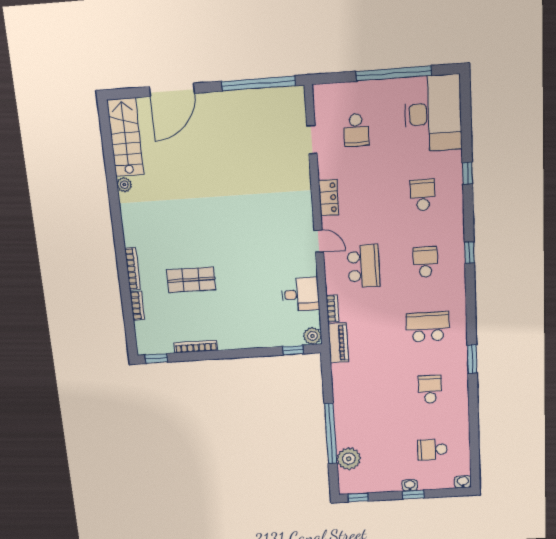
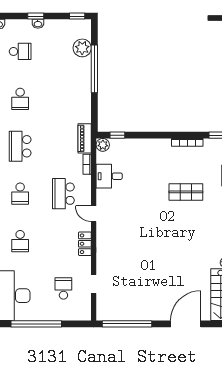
school desk: (428, 327) -> (20, 146), turned 90

